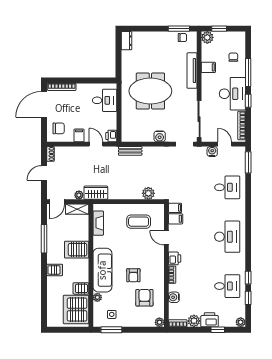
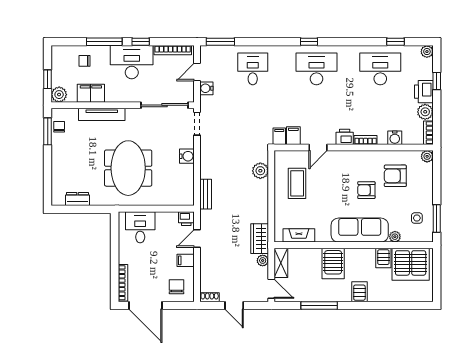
dresser: (126, 41) -> (78, 199), moved
filing cabinet: (208, 67) -> (91, 93), width x2.00
armchair: (133, 275) -> (366, 190), turned 180
window: (248, 278) -> (309, 42), moved
desk: (227, 286) -> (380, 69), width x1.37

